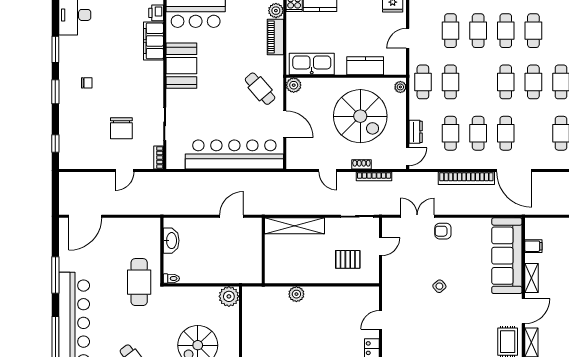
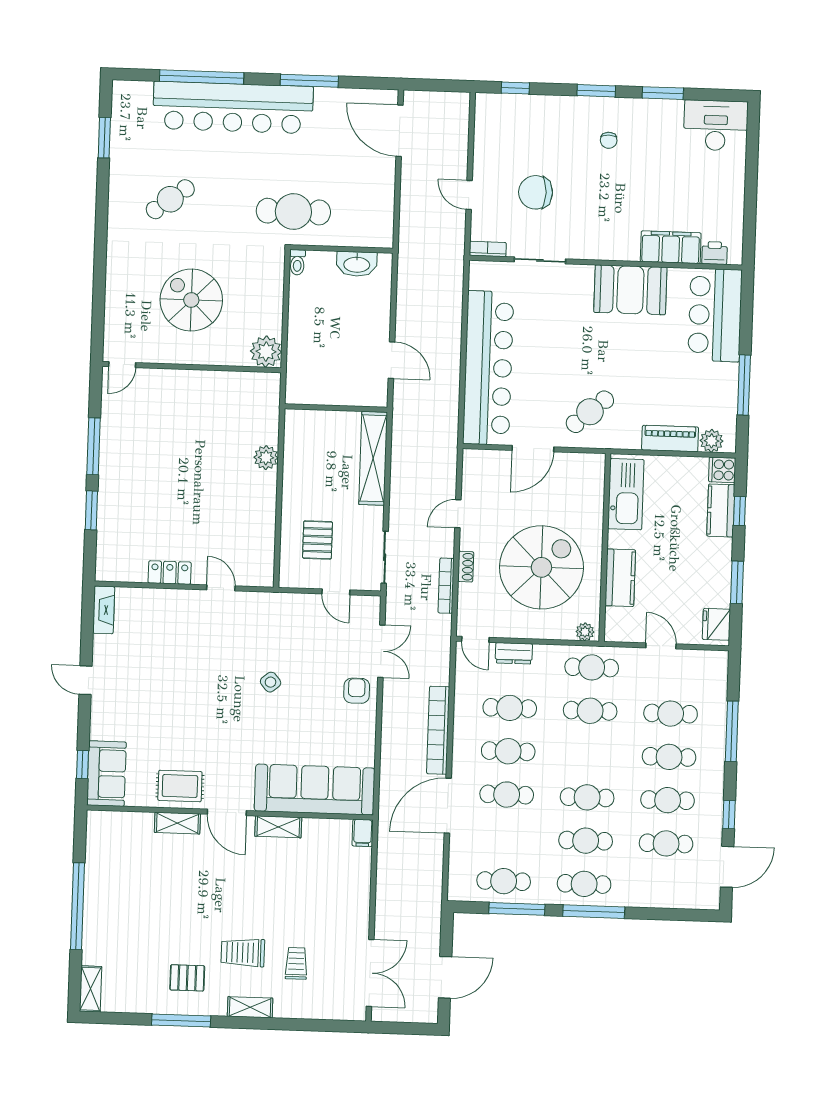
plant: (294, 85) -> (594, 465), removed
spiral stairs: (360, 116) -> (541, 567), turned 180
filing cabinet: (533, 246) -> (363, 833), moved

